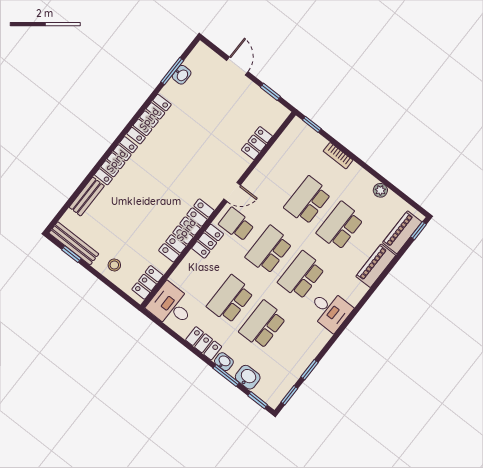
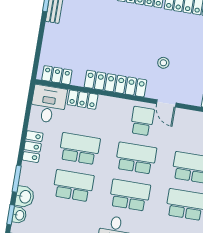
locker: (208, 241) -> (83, 100), moved
stool: (114, 265) -> (163, 63), moved
washbasin: (224, 362) -> (19, 215), moved

